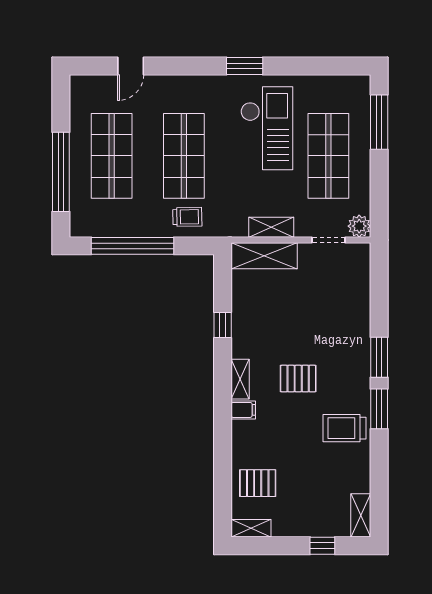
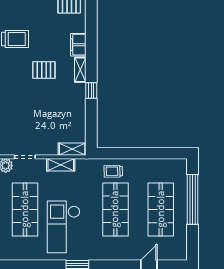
window: (132, 246) -> (148, 153), removed
shelving: (264, 256) -> (72, 149), width x0.67, depth x0.75
window: (223, 325) -> (91, 91), moved
filing cabinet: (243, 410) -> (78, 45), width x2.00

